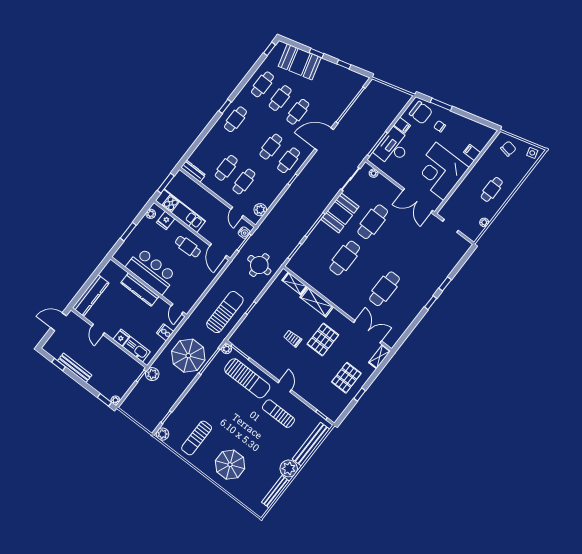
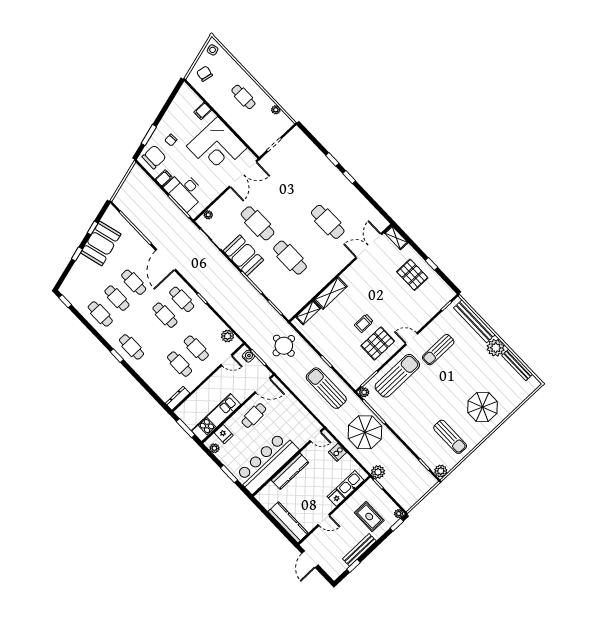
booth: (300, 62) -> (101, 243), moved
bar counter: (151, 271) -> (267, 463), width x1.36
pallet: (323, 340) -> (378, 343), moved, turned 90
rug: (108, 372) -> (369, 517), added

